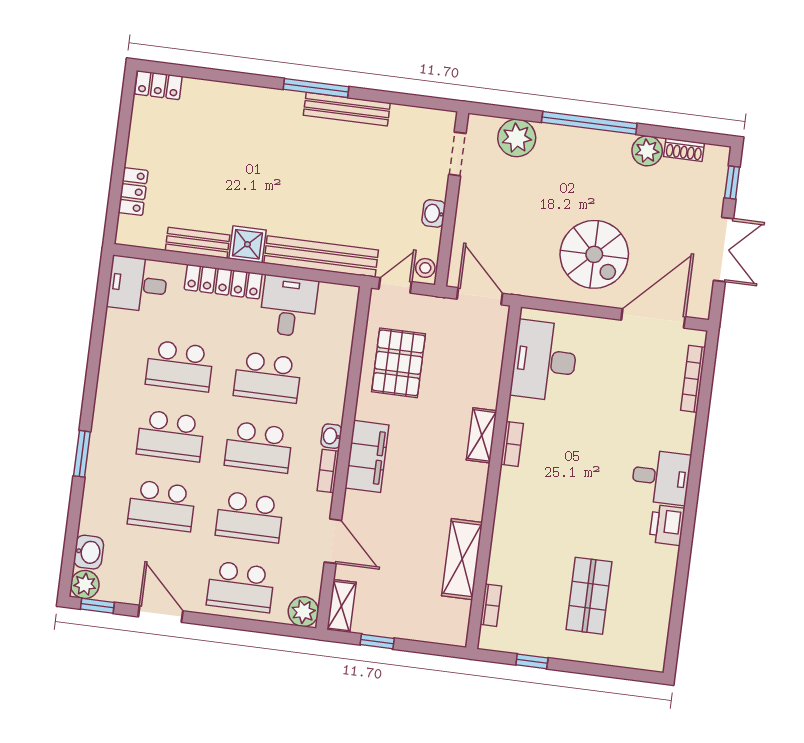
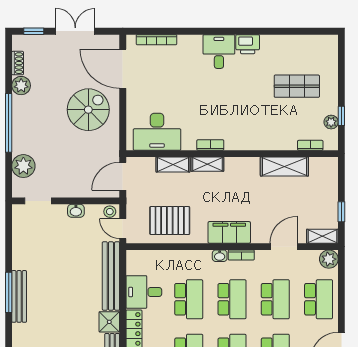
bench: (347, 109) -> (19, 296), moved
shelving: (488, 380) -> (173, 164), added
plant: (524, 644) -> (331, 122), added

